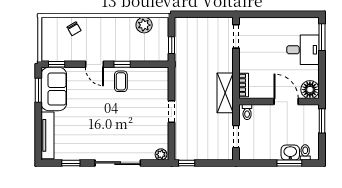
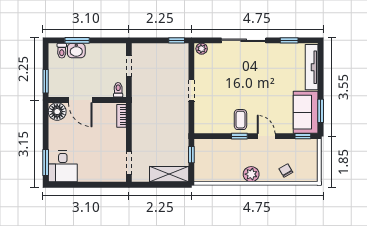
plant: (144, 25) -> (251, 174), moved
desk: (303, 50) -> (63, 166), moved, turned -90
shelving: (225, 93) -> (169, 174), moved, turned 90

